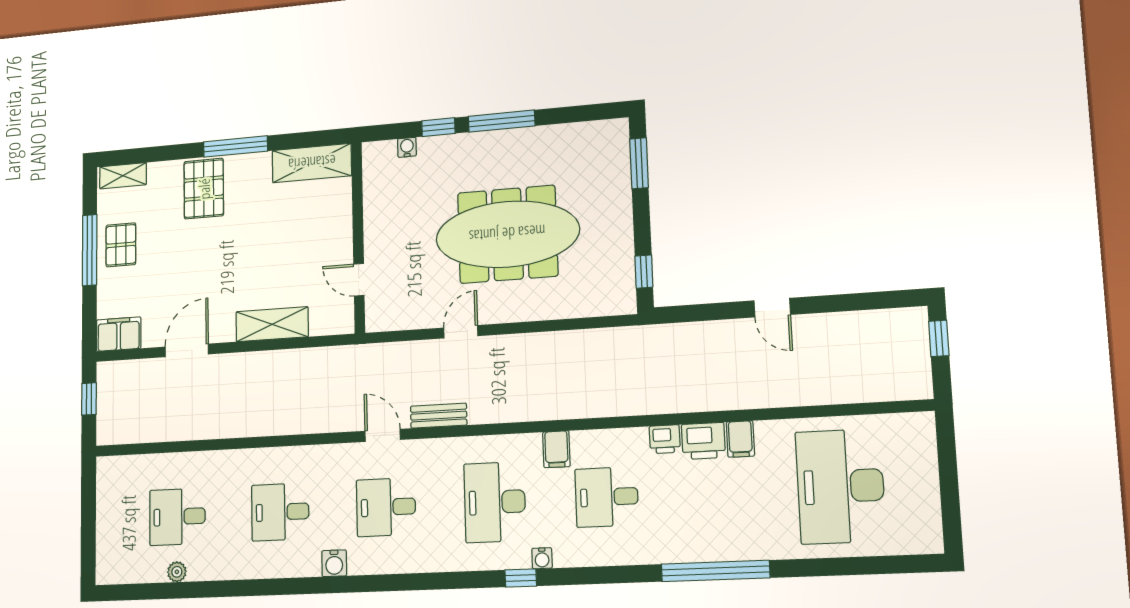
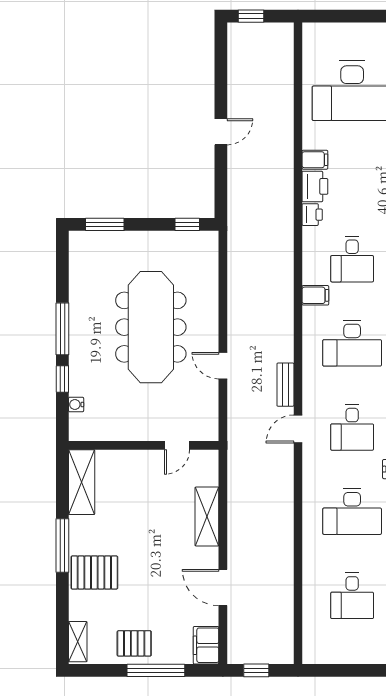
window: (90, 250) -> (156, 670), moved
desk: (280, 512) -> (352, 512), width x1.37

